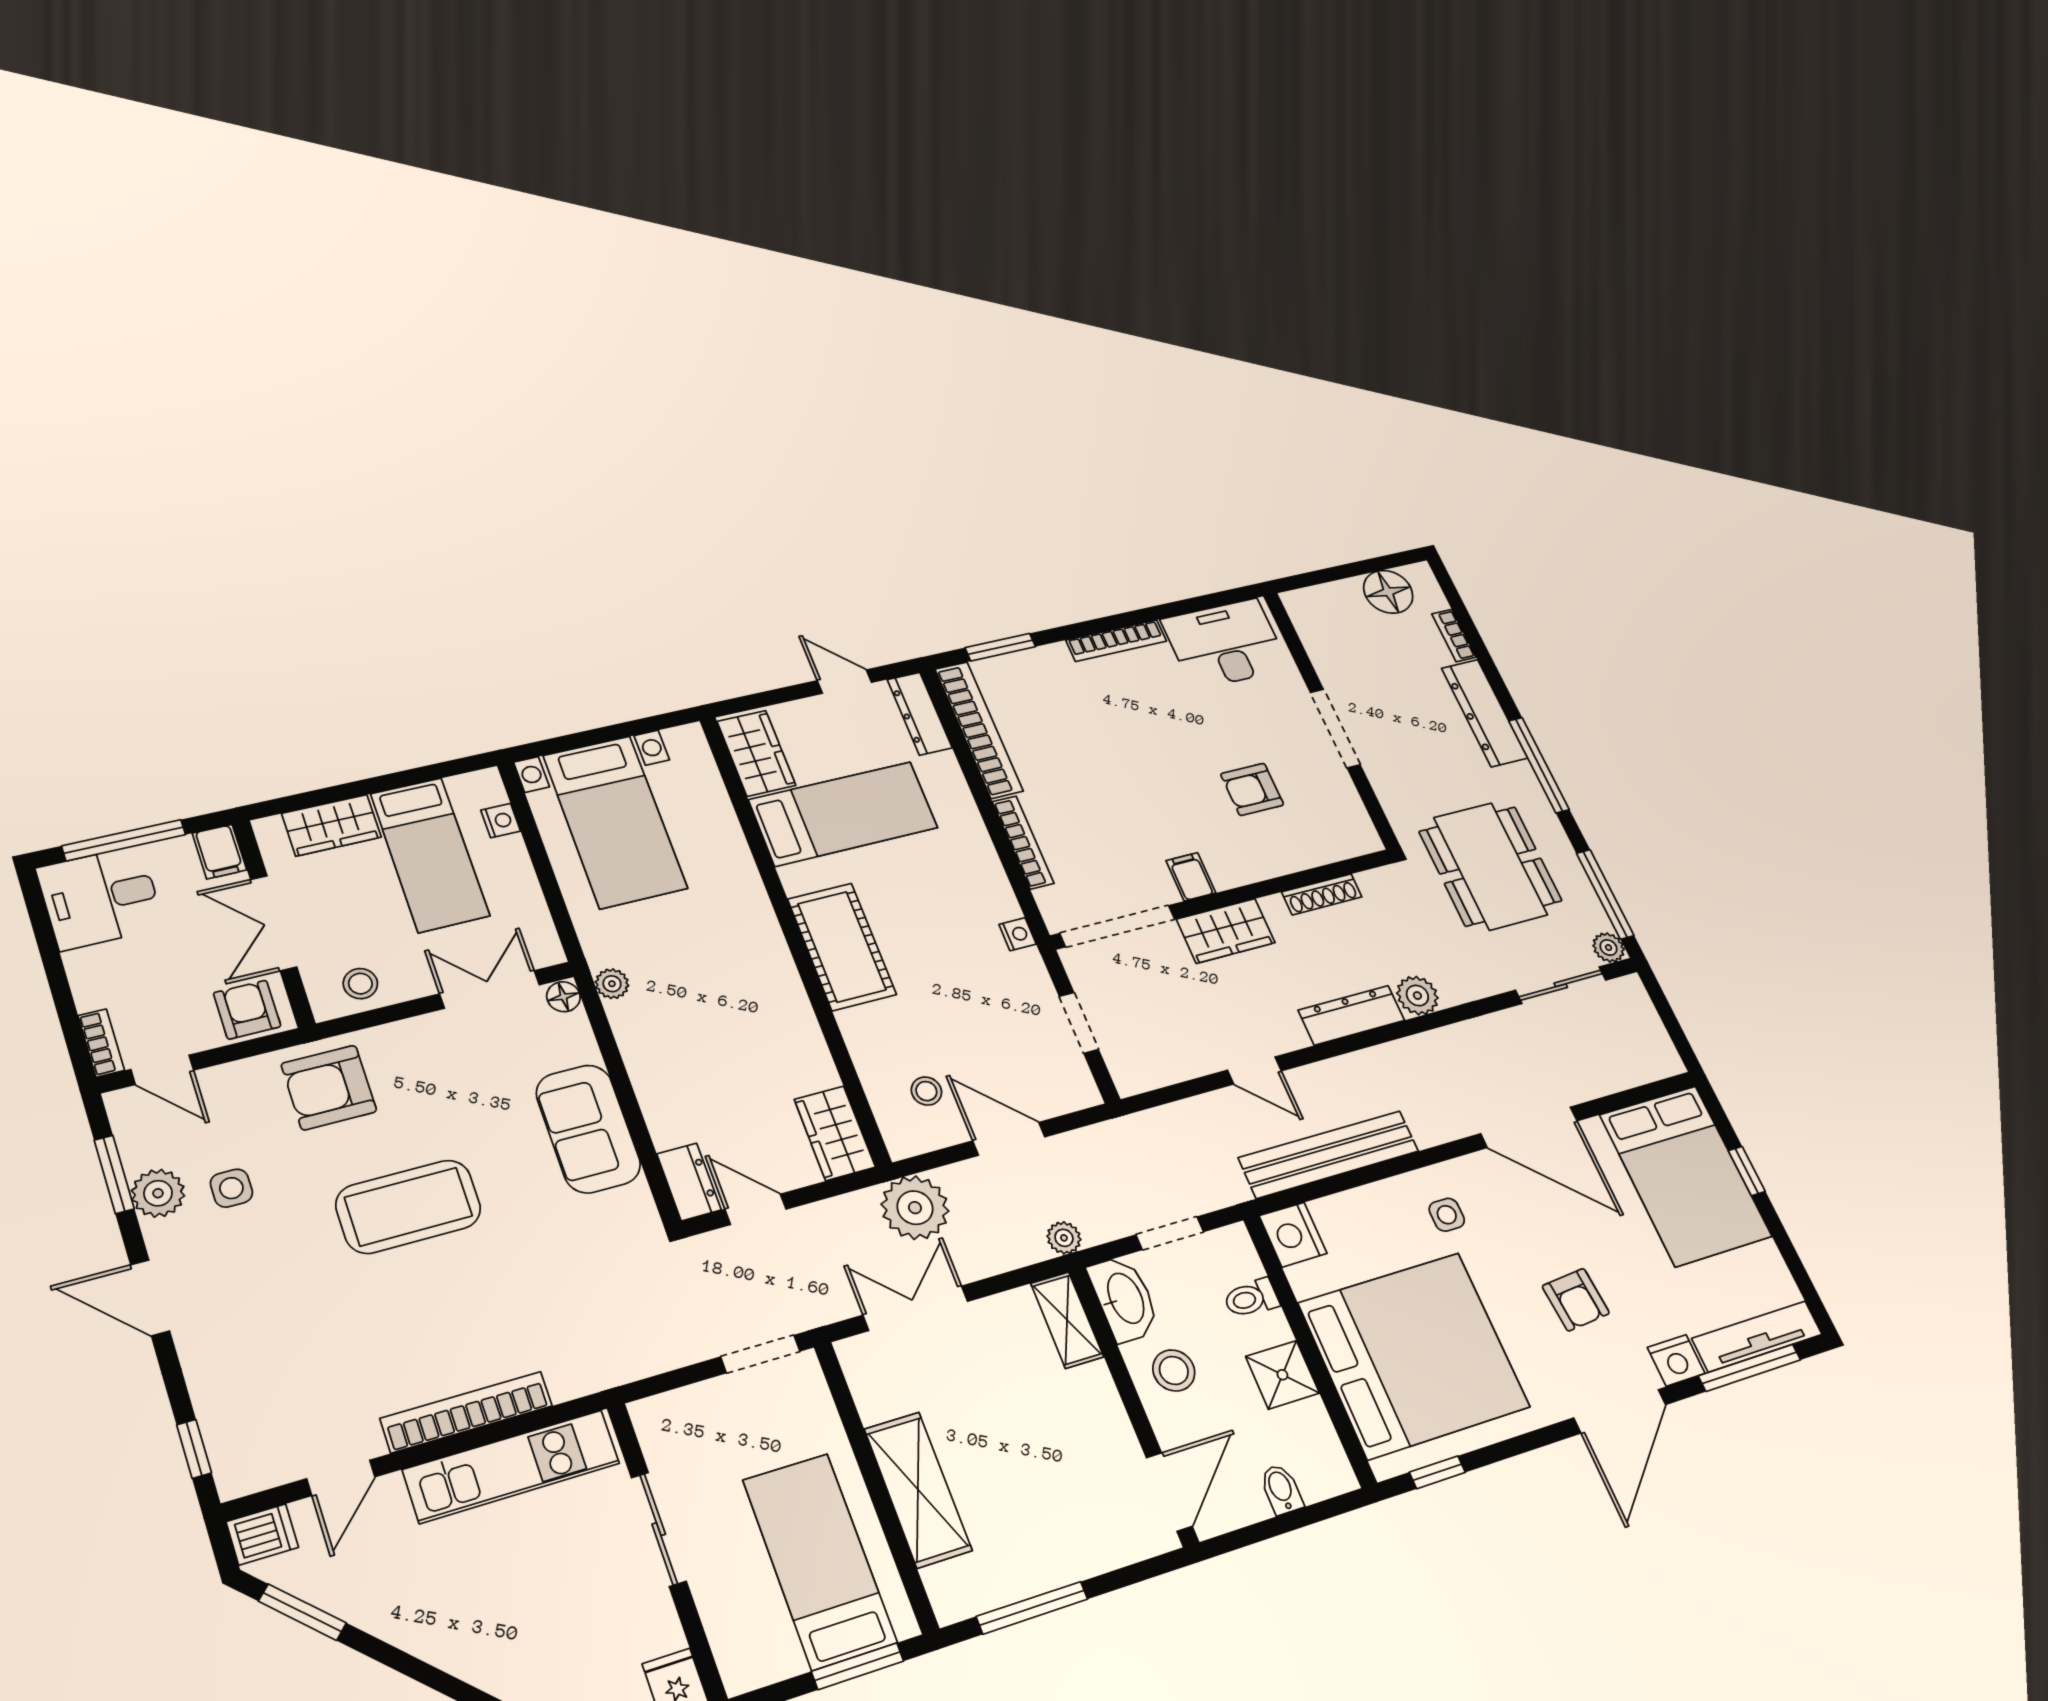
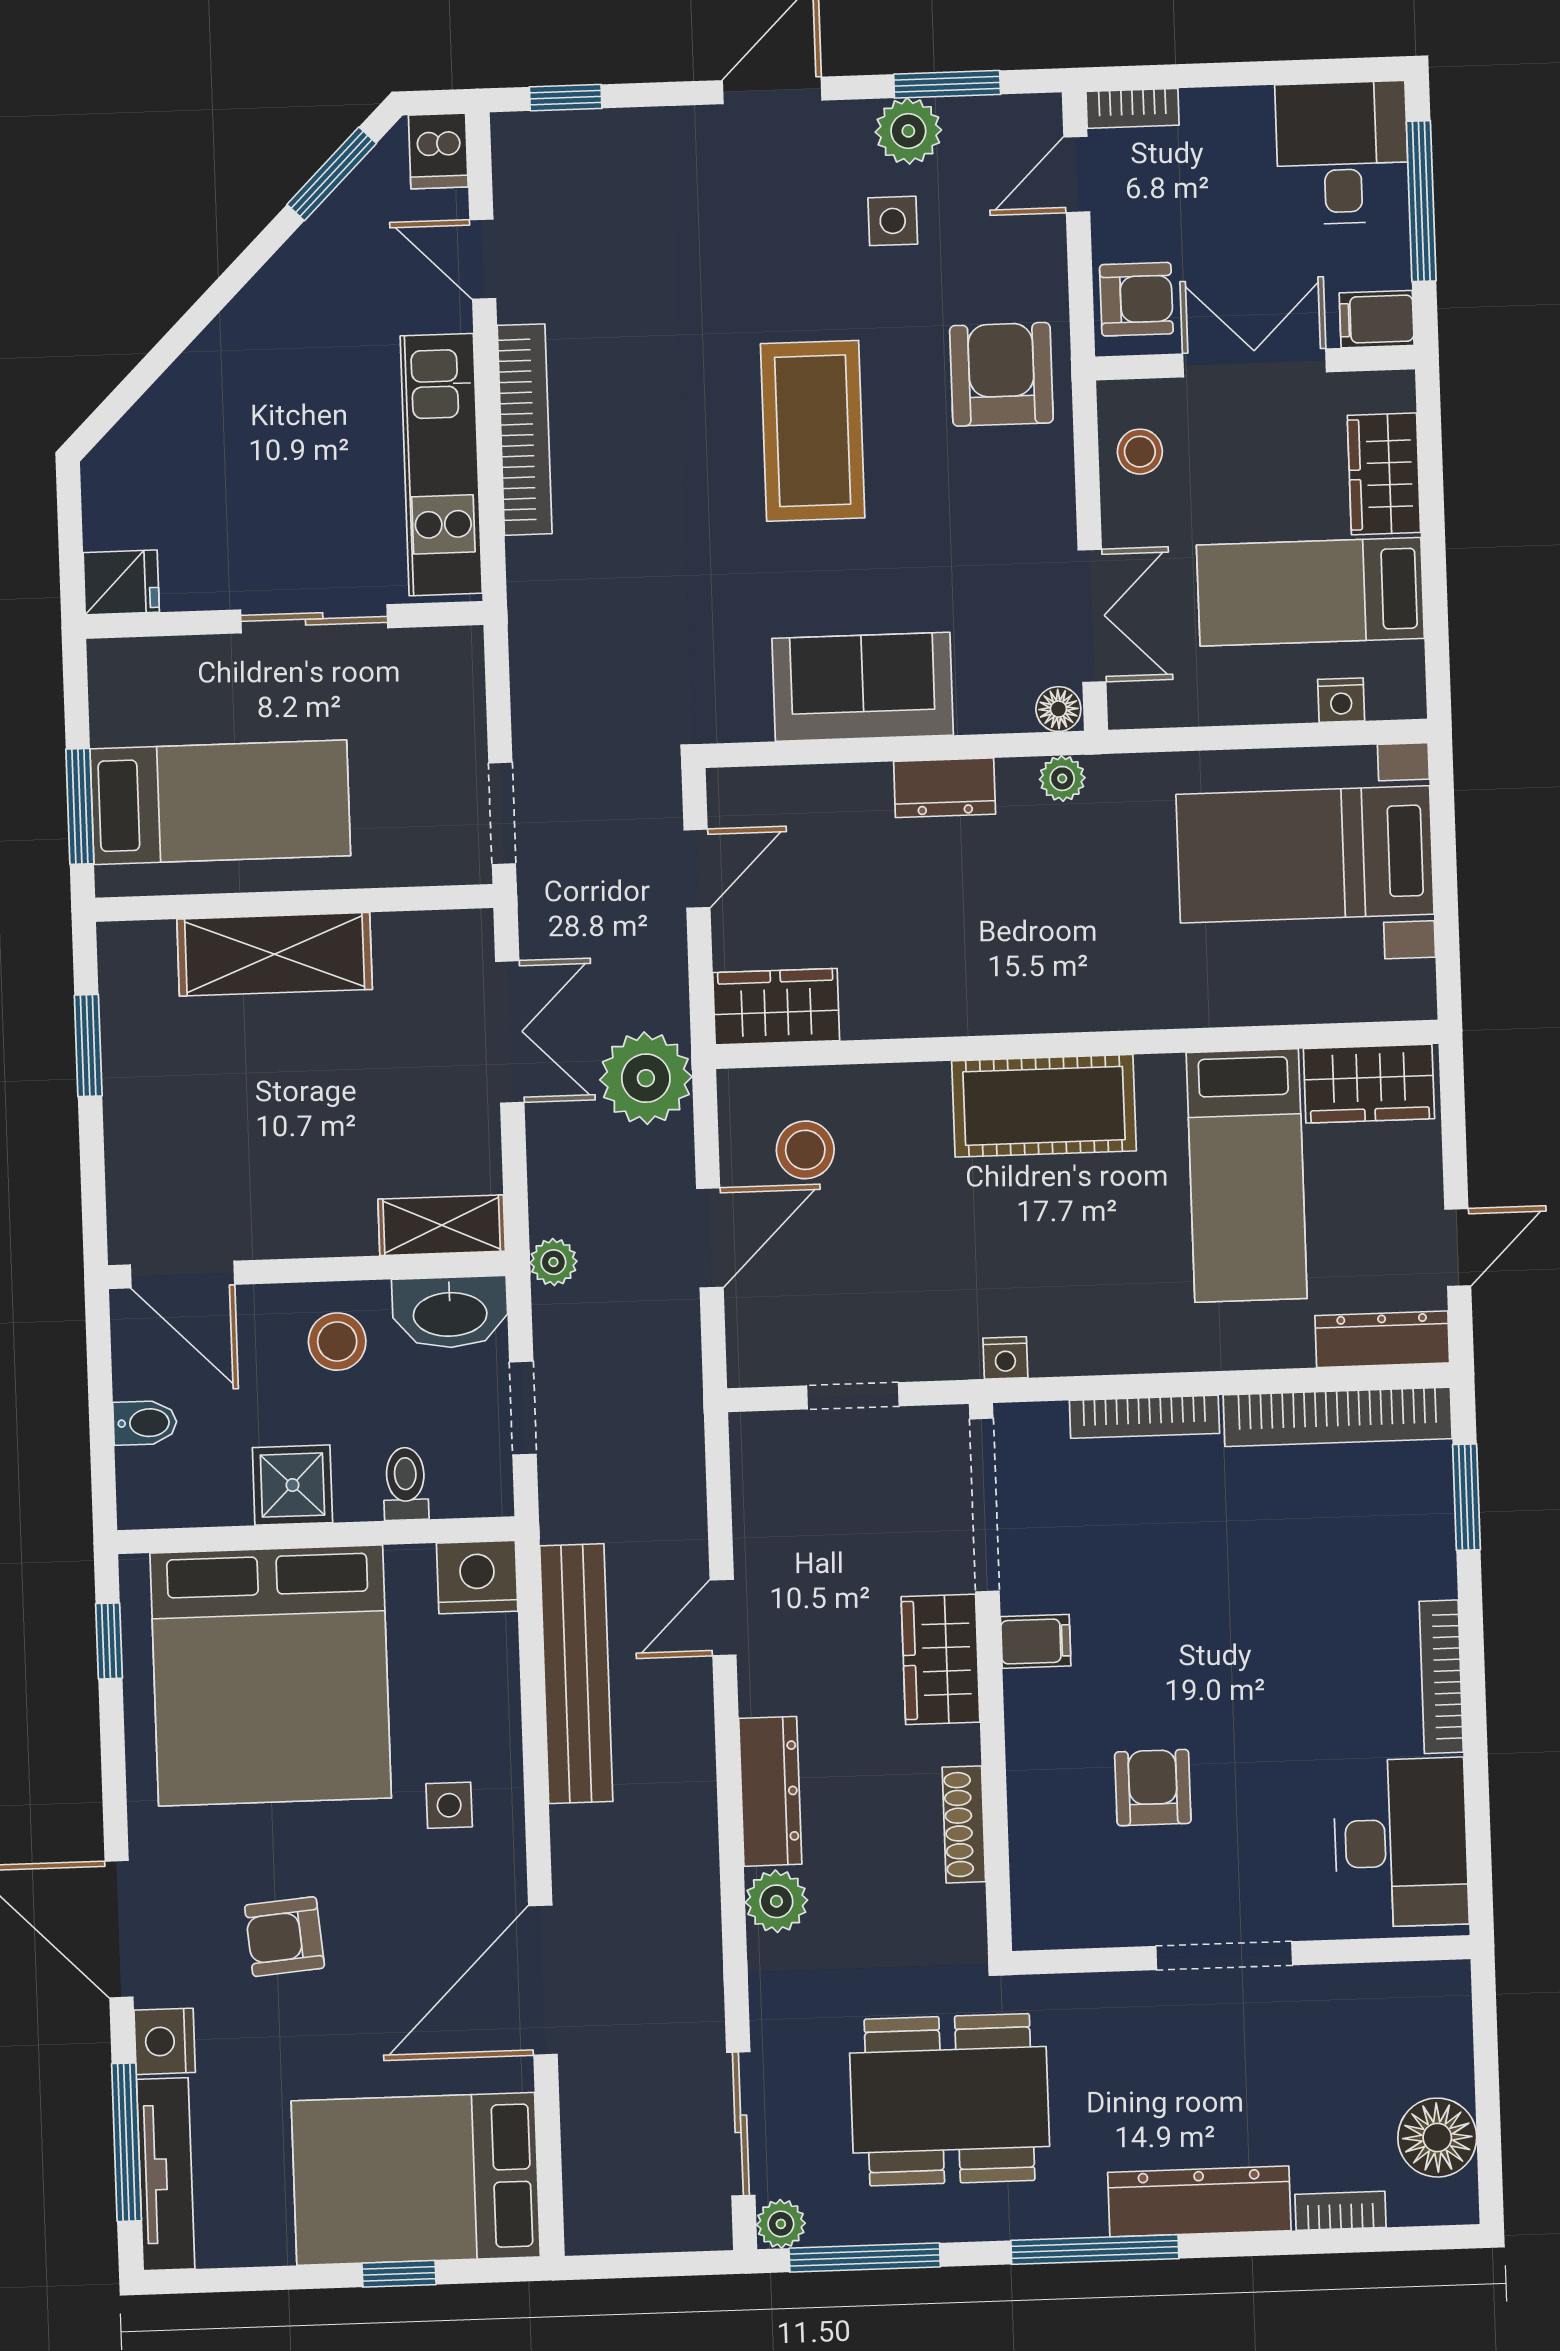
stool: (926, 1091) -> (805, 1150), width x1.37, depth x1.37
dresser: (689, 1182) -> (945, 788), moved
window: (1032, 1608) -> (88, 1046), width x0.69

